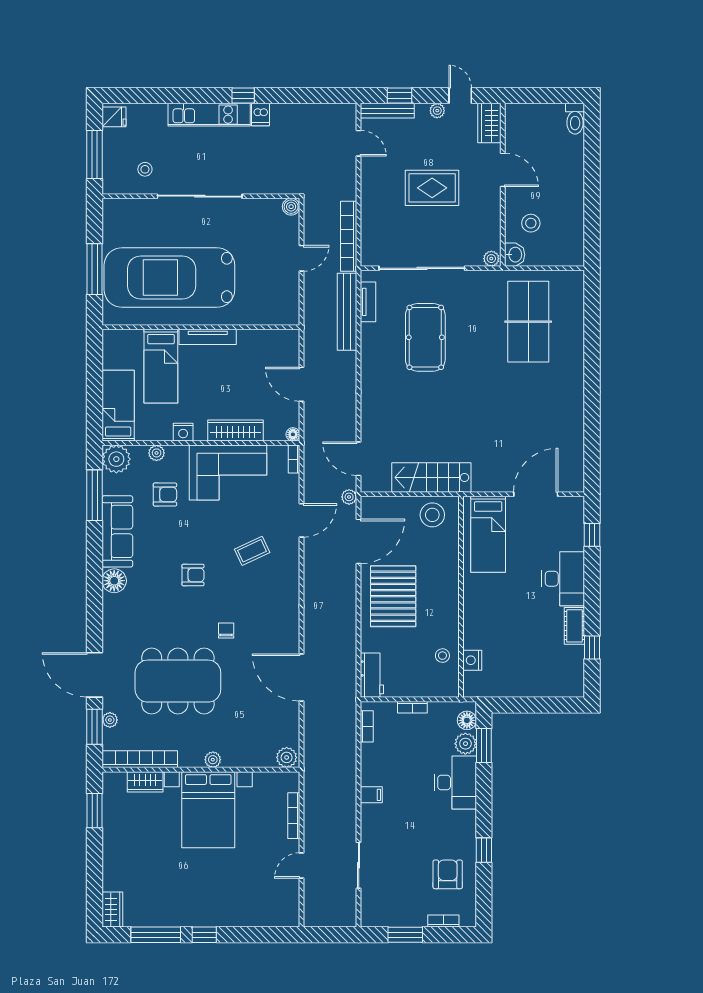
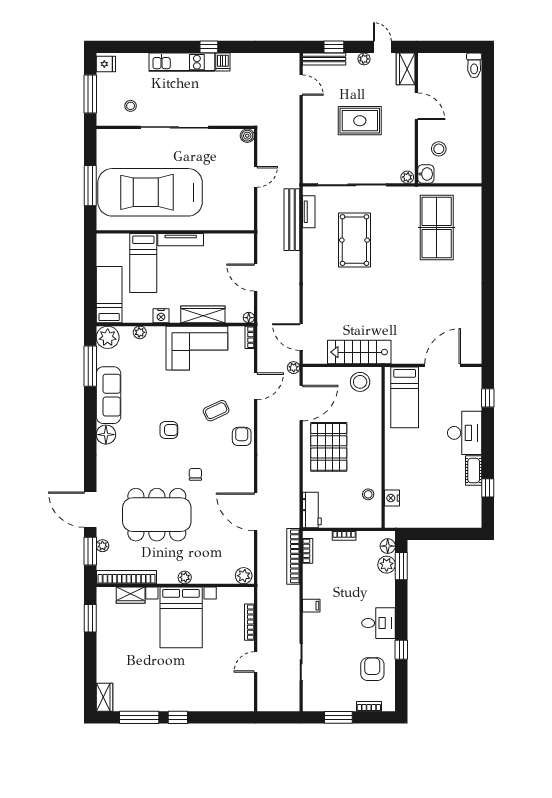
bookcase: (349, 236) -> (293, 556), moved
armchair: (165, 495) -> (242, 436), moved, turned -90
desk: (455, 782) -> (378, 623), moved, width x0.73

